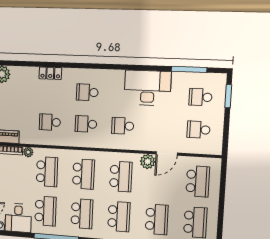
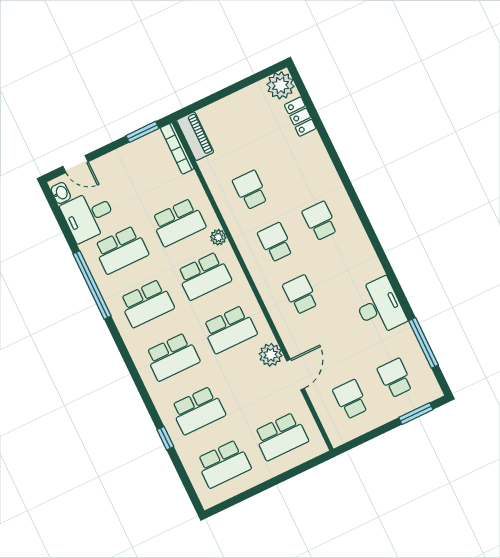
locker: (50, 73) -> (300, 117), moved
desk: (148, 88) -> (379, 306), width x0.73, depth x0.77
plant: (28, 152) -> (218, 237), moved
door: (167, 154) -> (295, 375), swing flipped

